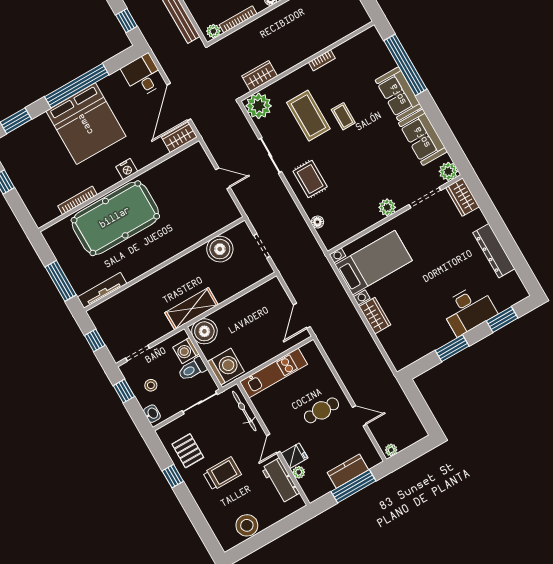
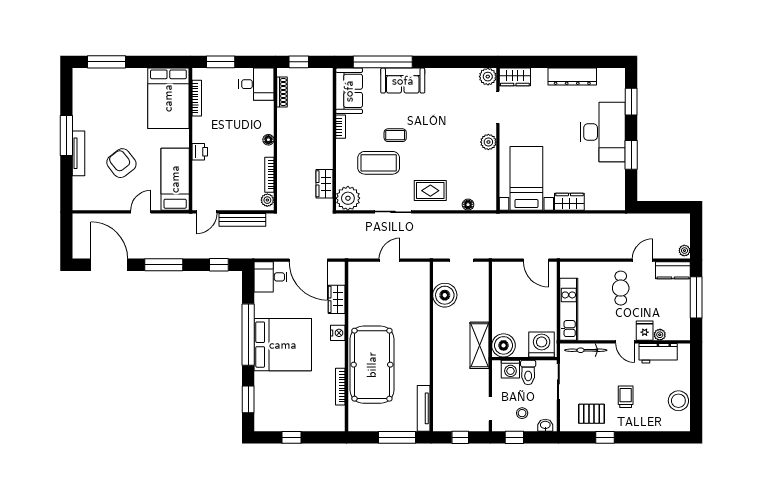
wardrobe: (179, 137) -> (337, 299), moved
sofa: (423, 137) -> (349, 91), moved, turned -90
desk: (468, 310) -> (603, 132), width x1.36, depth x1.30
kitchen counter: (348, 471) -> (673, 270), moved, turned -90
trolley: (222, 474) -> (626, 397), width x0.73, depth x0.72

